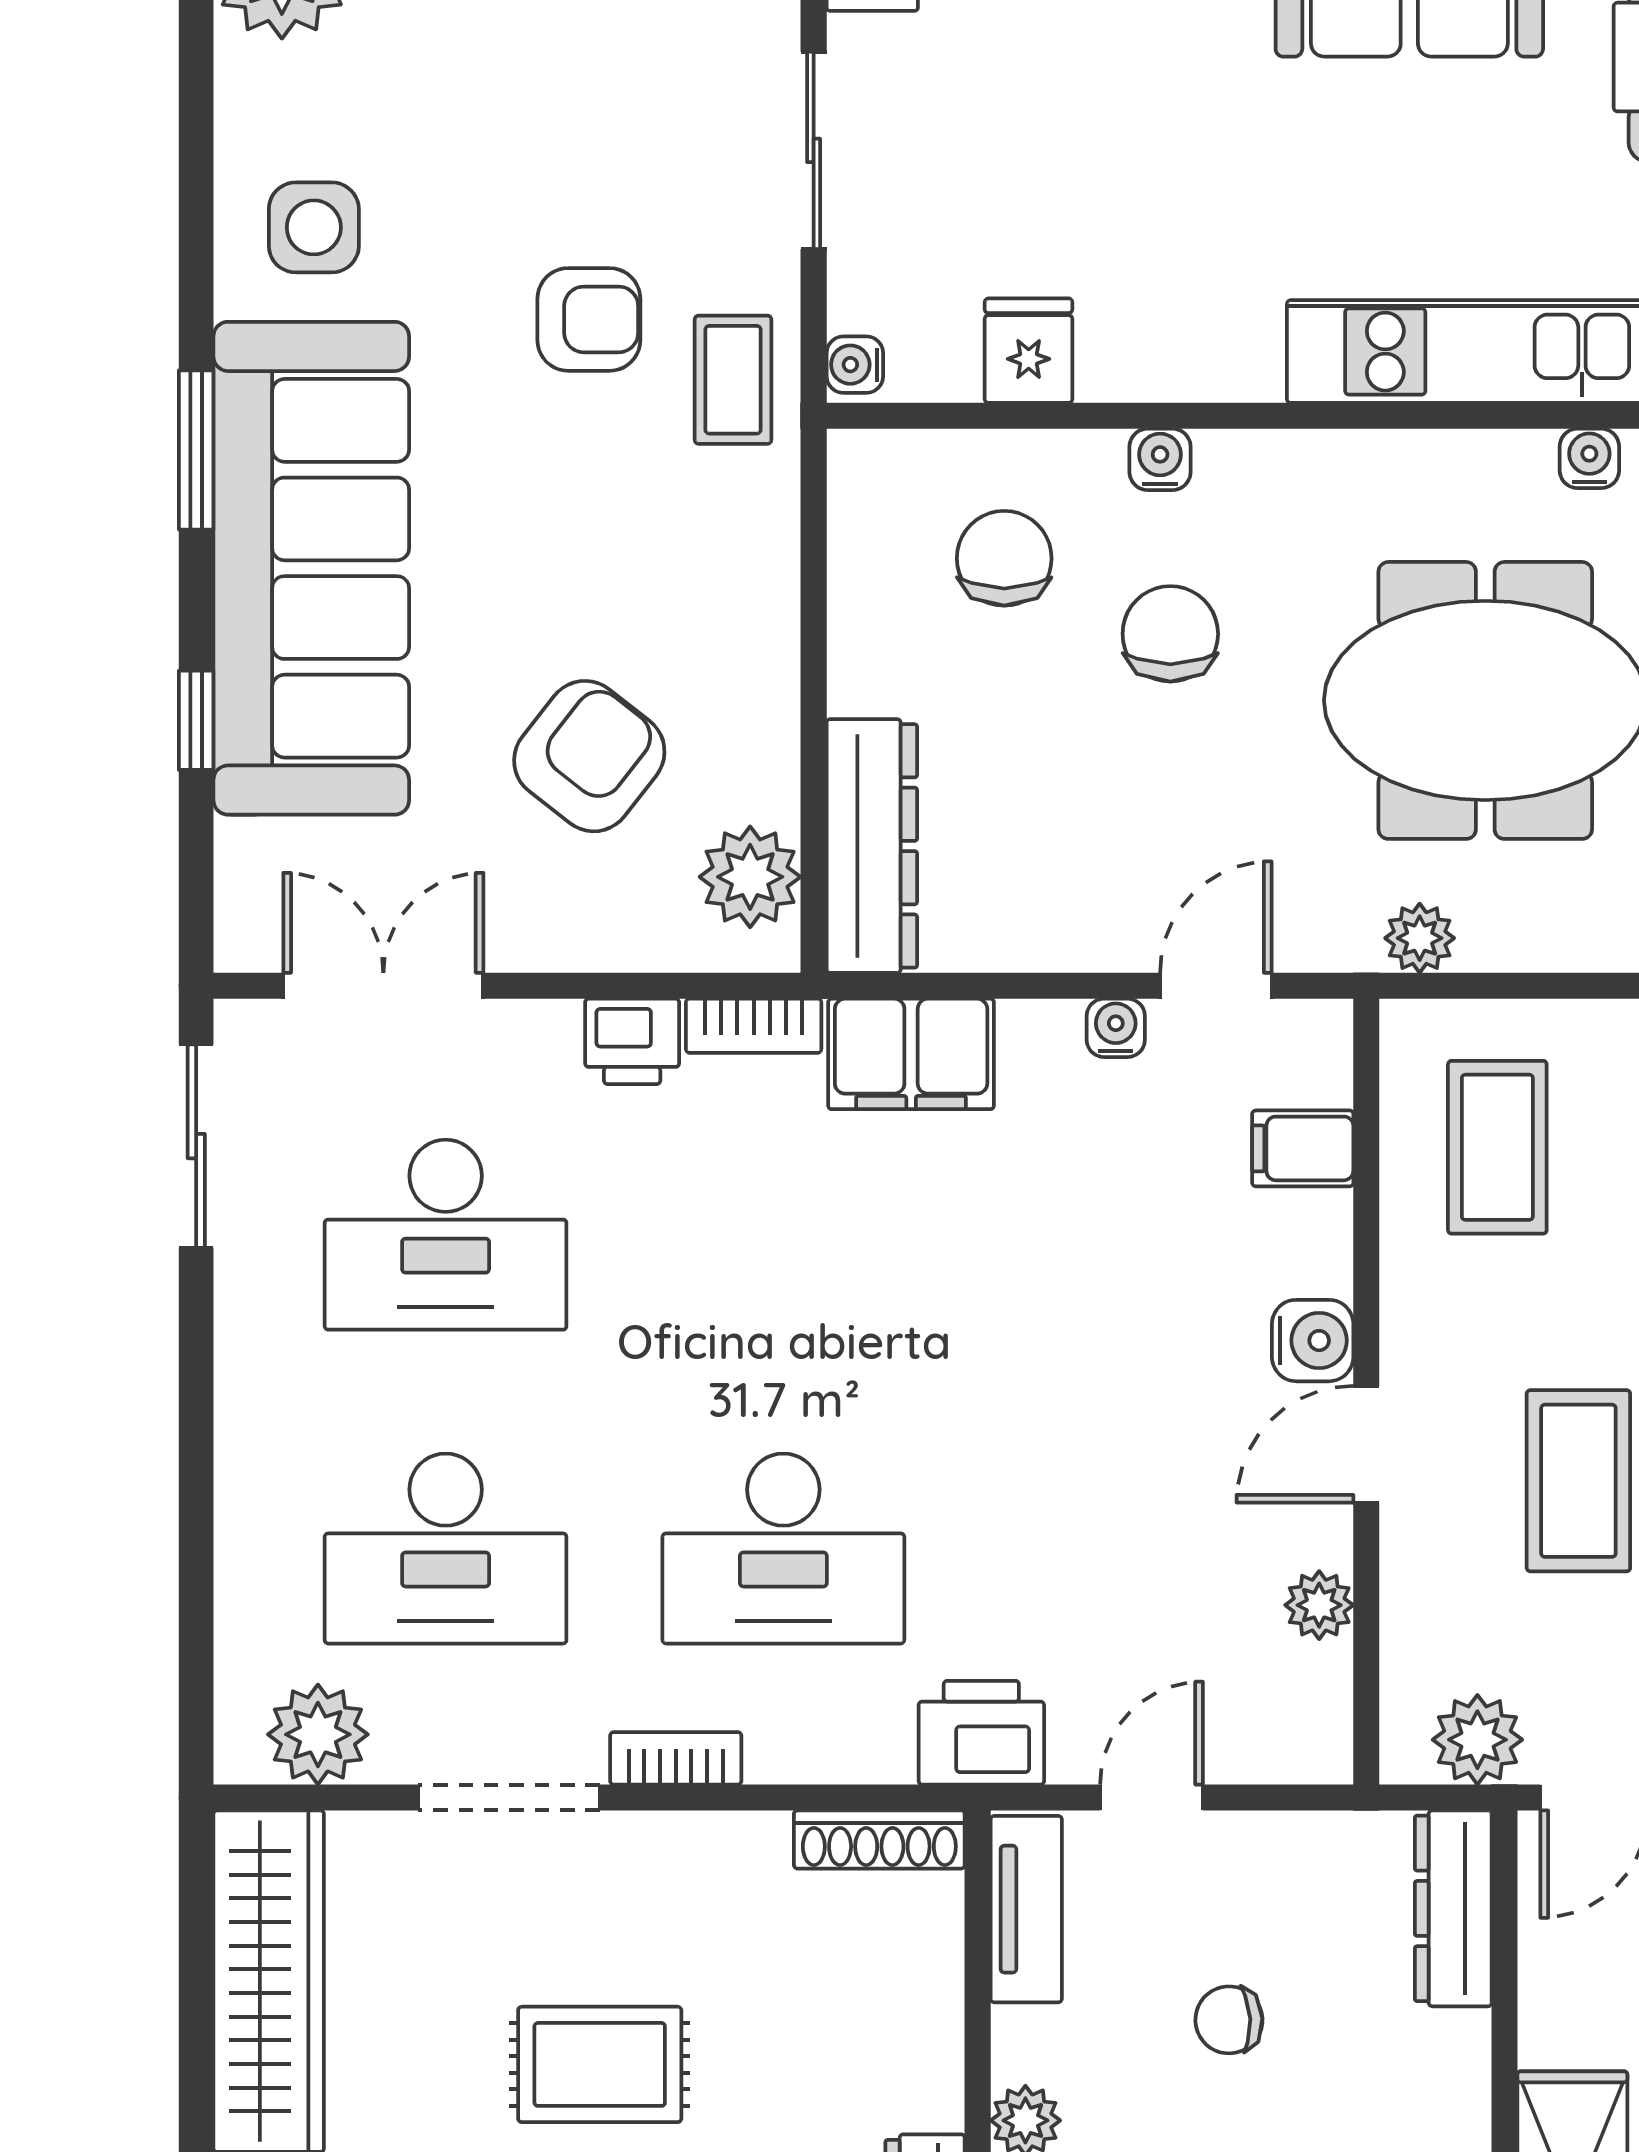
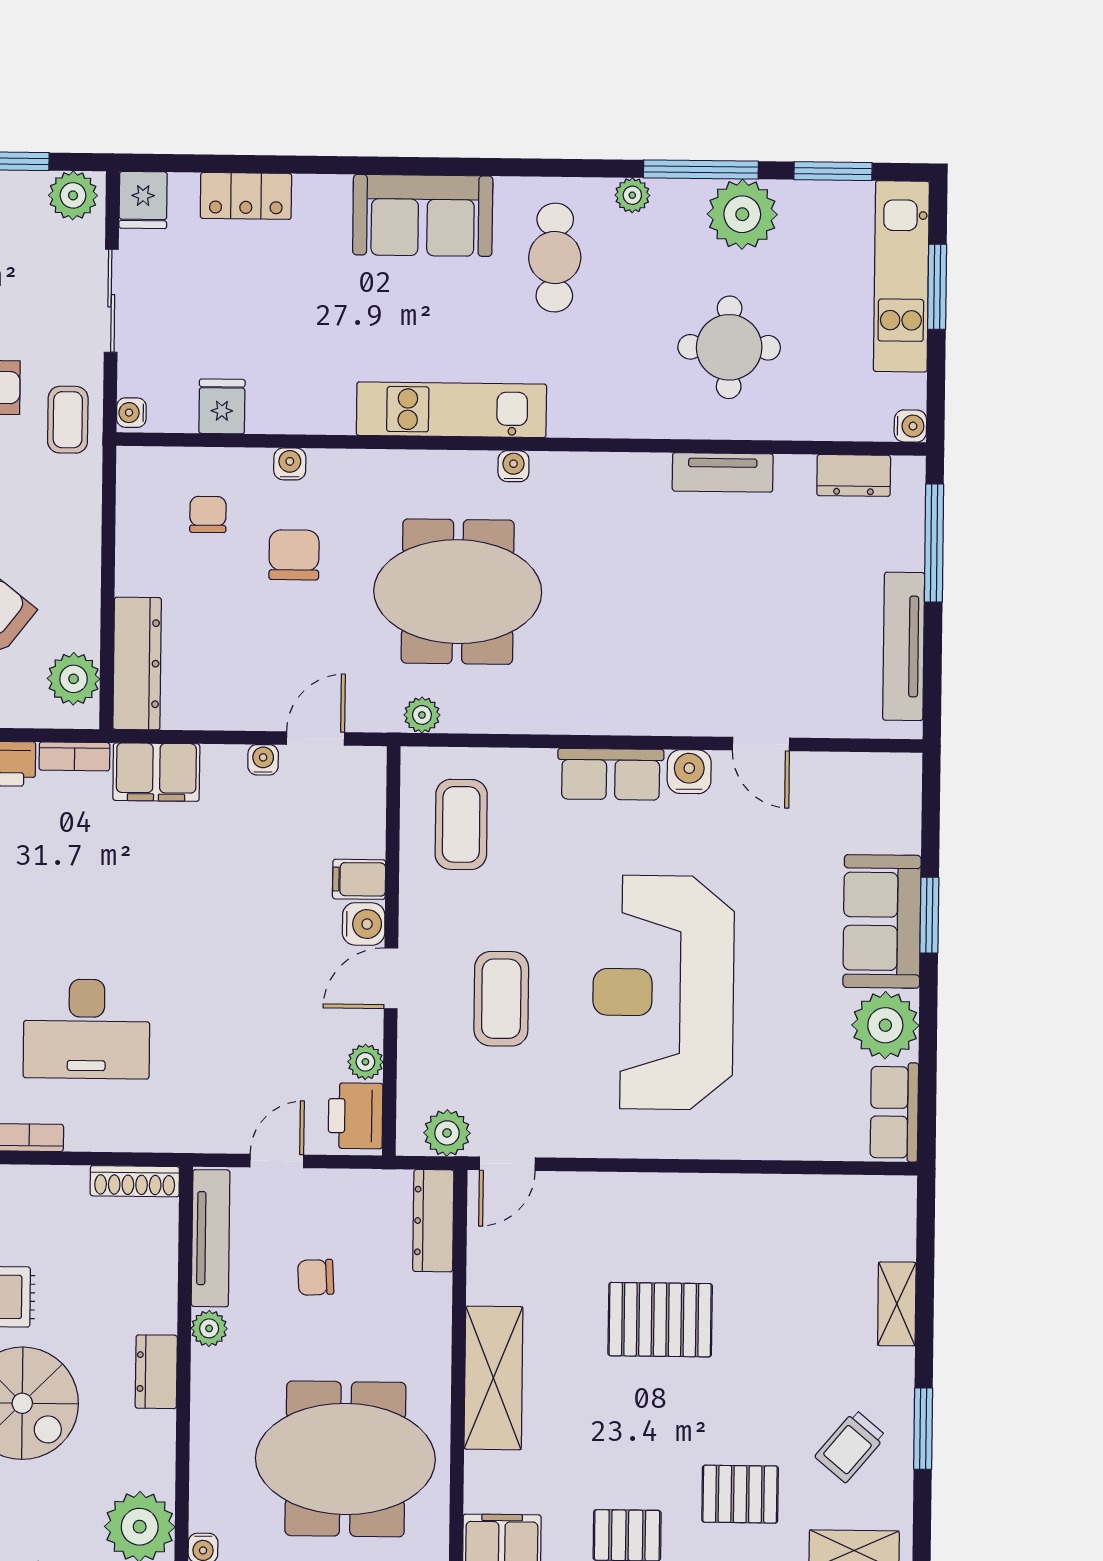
chair: (1004, 558) -> (208, 514), width x0.73, depth x0.73
filing cabinet: (1303, 1148) -> (359, 879), moved
printer: (981, 1733) -> (356, 1116), moved, turned -90
tv unit: (1026, 1909) -> (211, 1238), width x1.41

